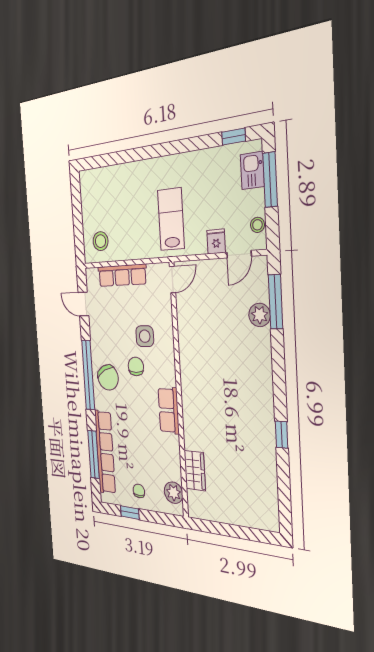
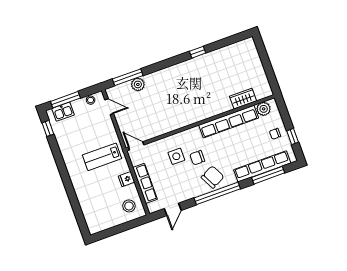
fridge: (216, 241) -> (126, 179), moved
row of seats: (169, 410) -> (229, 122), width x2.02

